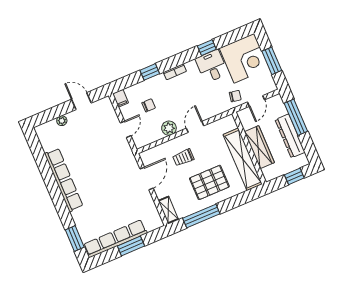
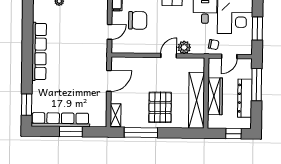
chair: (149, 105) -> (138, 20), width x1.87, depth x1.87
plant: (169, 128) -> (184, 47), moved
trolley: (183, 157) -> (147, 77), removed
pallet: (209, 182) -> (160, 107), turned 90

